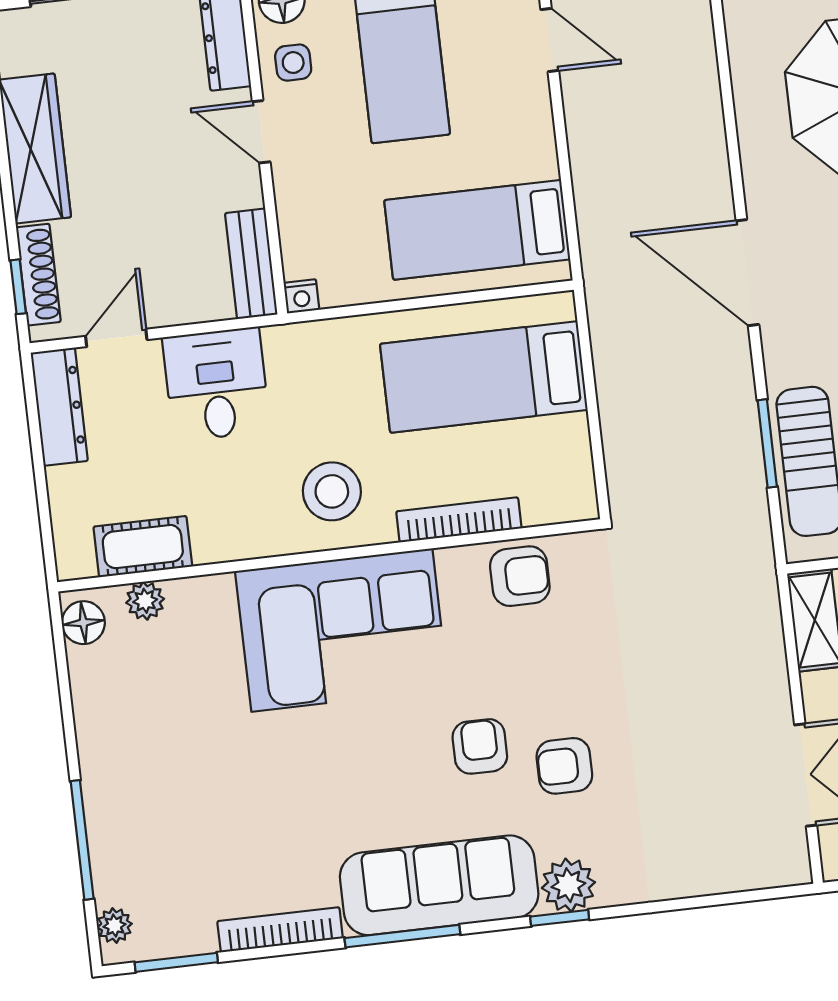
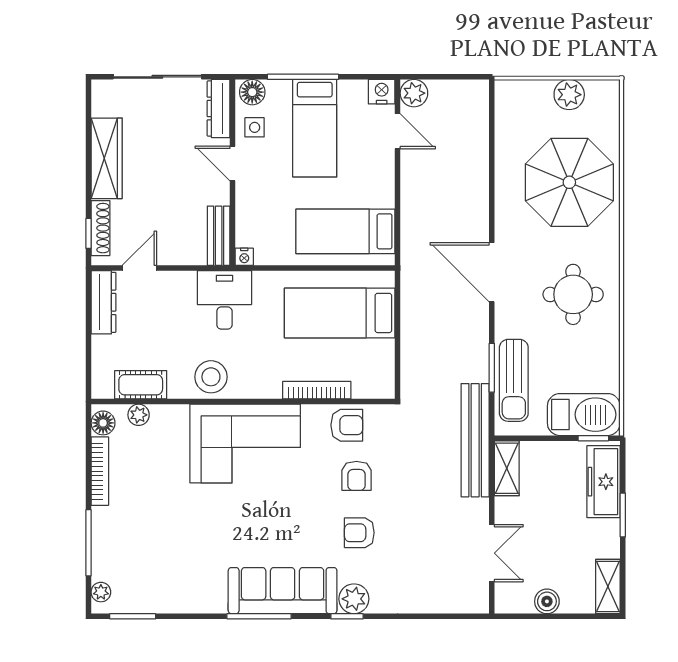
desk: (216, 384) -> (224, 300), moved
stool: (332, 491) -> (211, 377), moved
bench: (752, 576) -> (475, 440), added
armchair: (480, 746) -> (356, 476), moved, turned 180
bookcase: (280, 930) -> (100, 471), moved, turned 90

